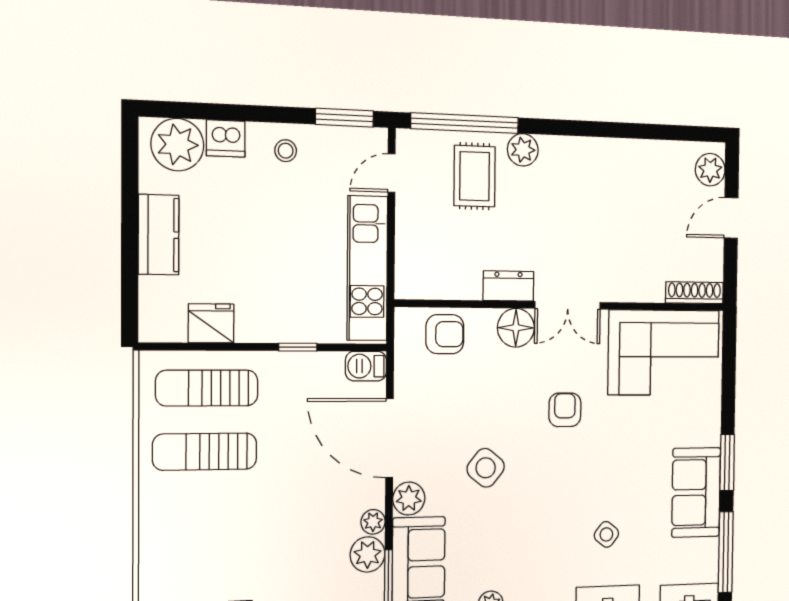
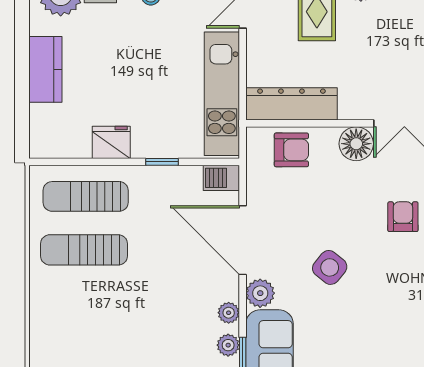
dresser: (508, 286) -> (291, 104), moved, width x1.96, depth x1.24
fridge: (211, 323) -> (111, 142), moved
plant: (368, 554) -> (228, 345), width x0.73, depth x0.73

